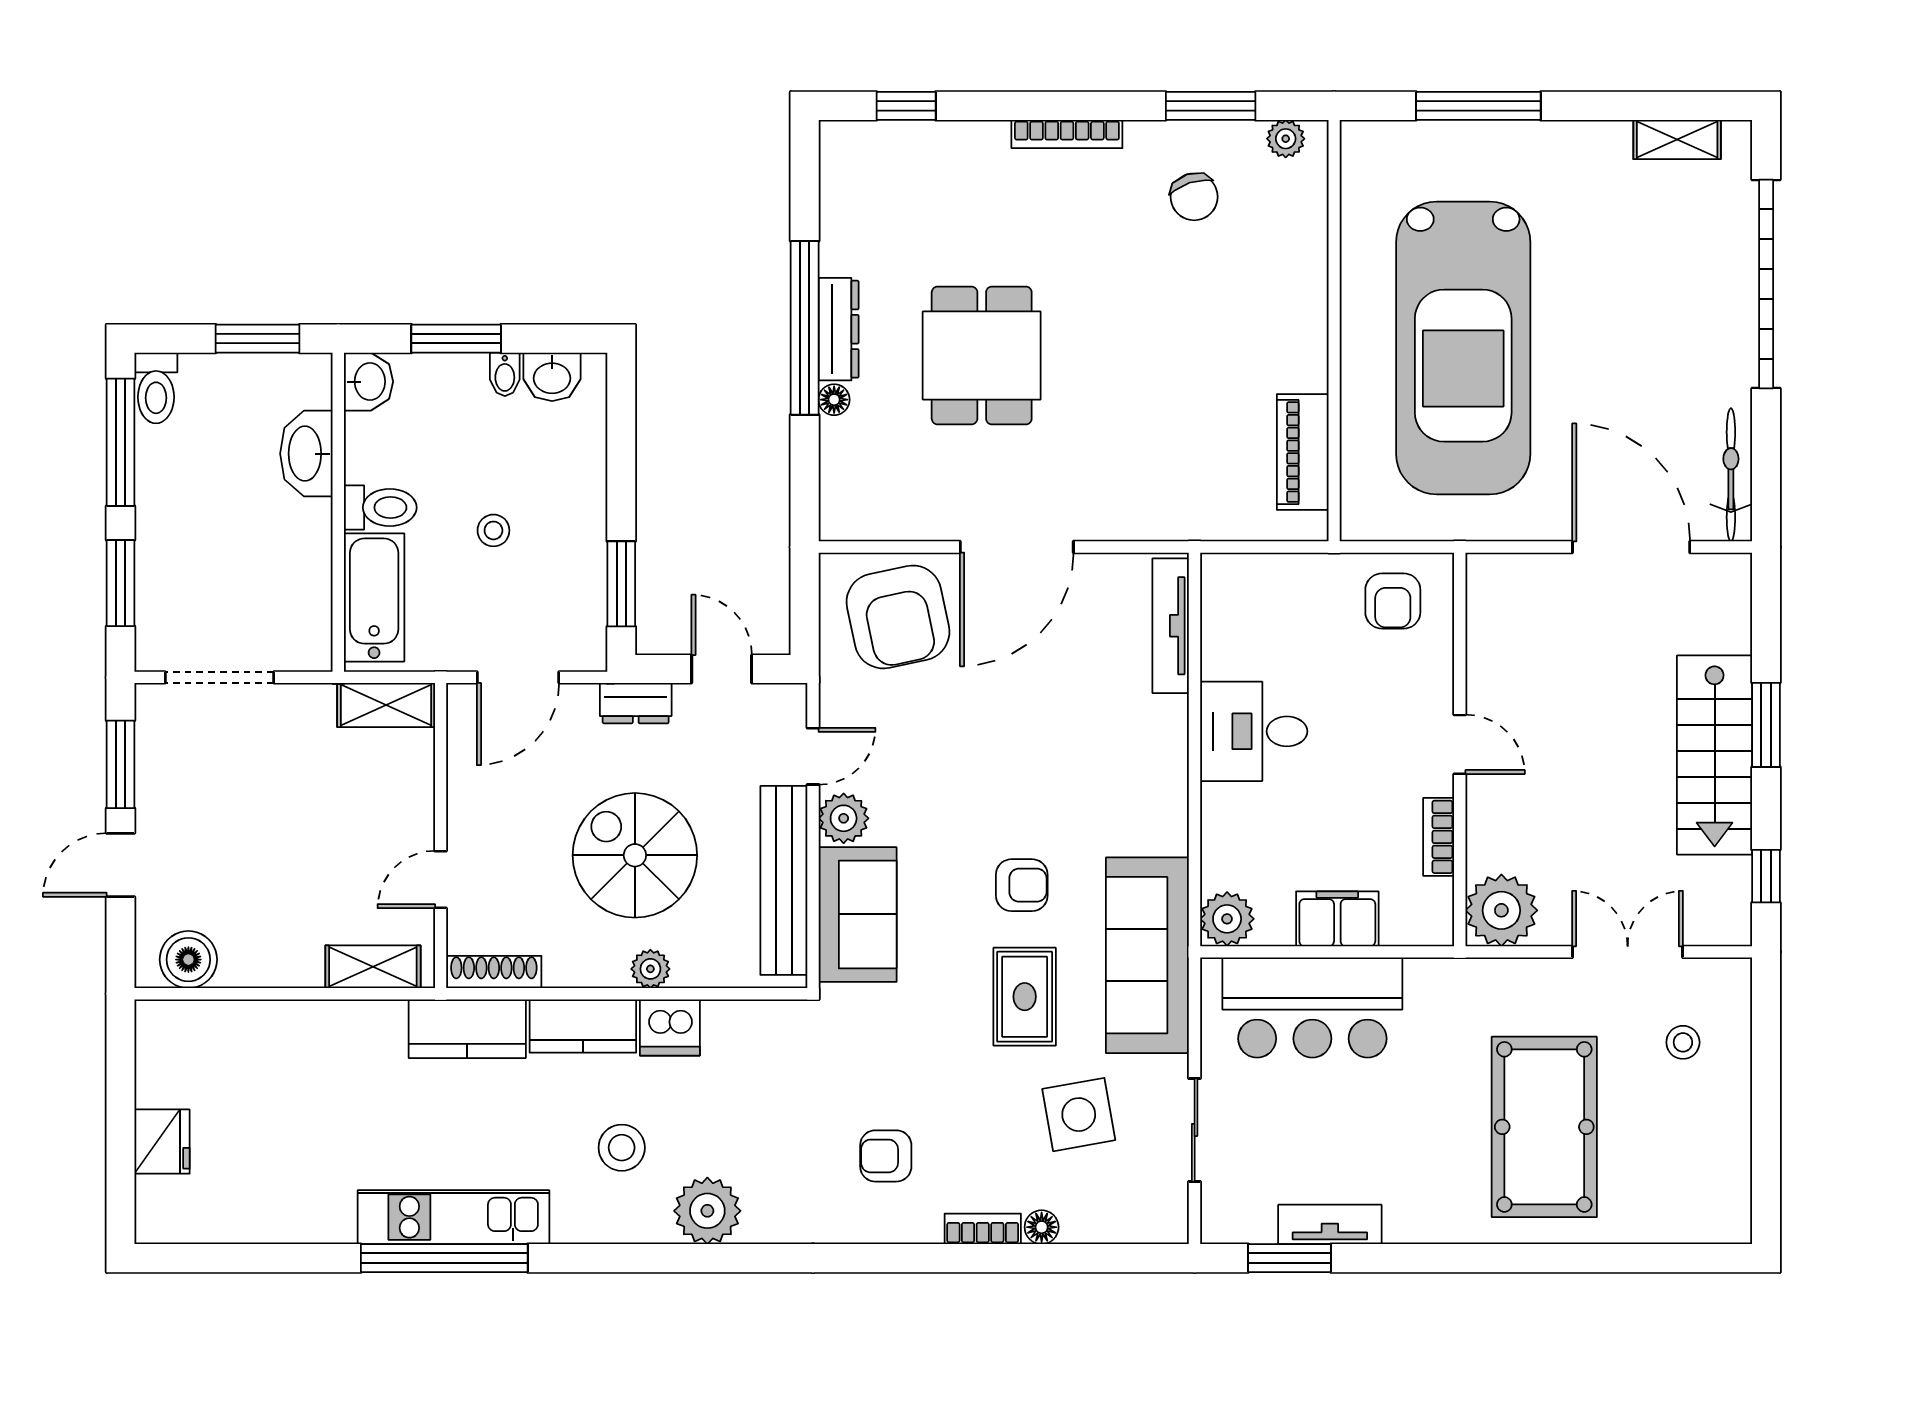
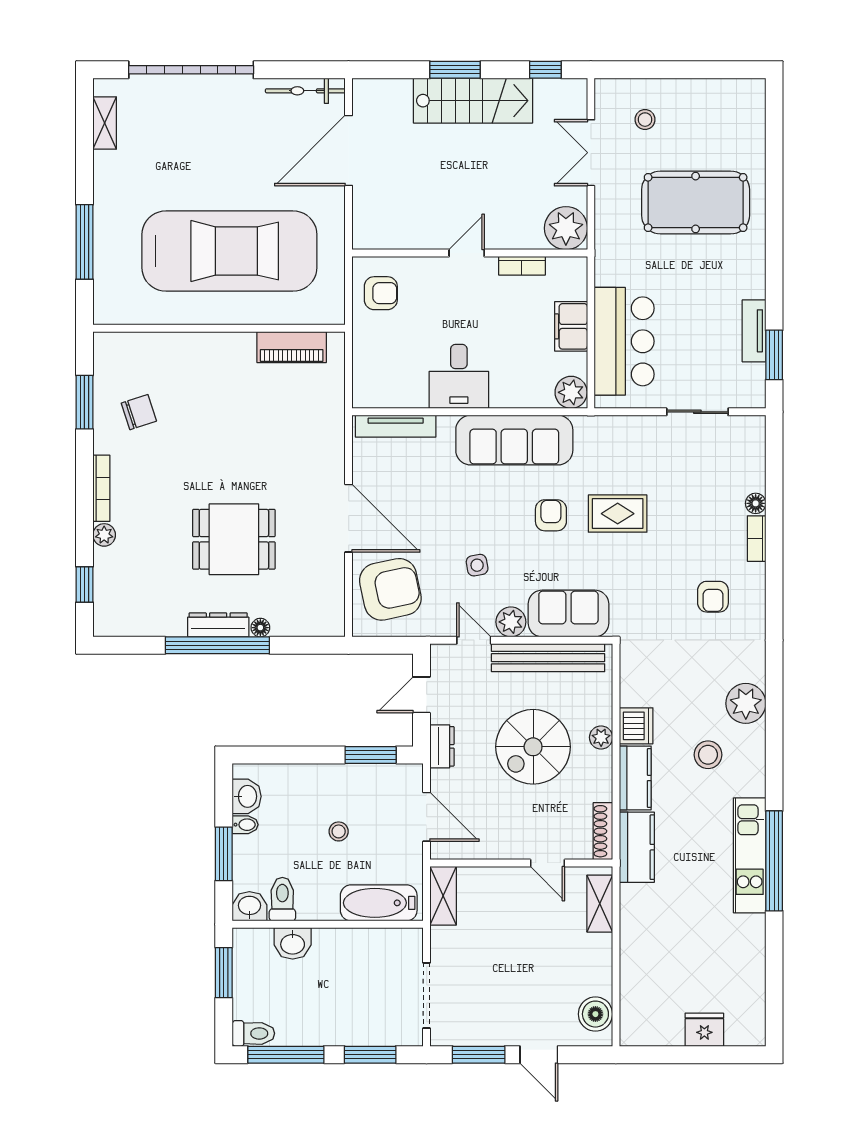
plant: (1286, 139) -> (104, 535), moved
washbasin: (306, 454) -> (293, 943), width x0.72
toilet: (380, 508) -> (282, 899), moved
sofa: (1147, 955) -> (514, 440), moved
side table: (1079, 1115) -> (477, 565), moved, width x0.54, depth x0.54

